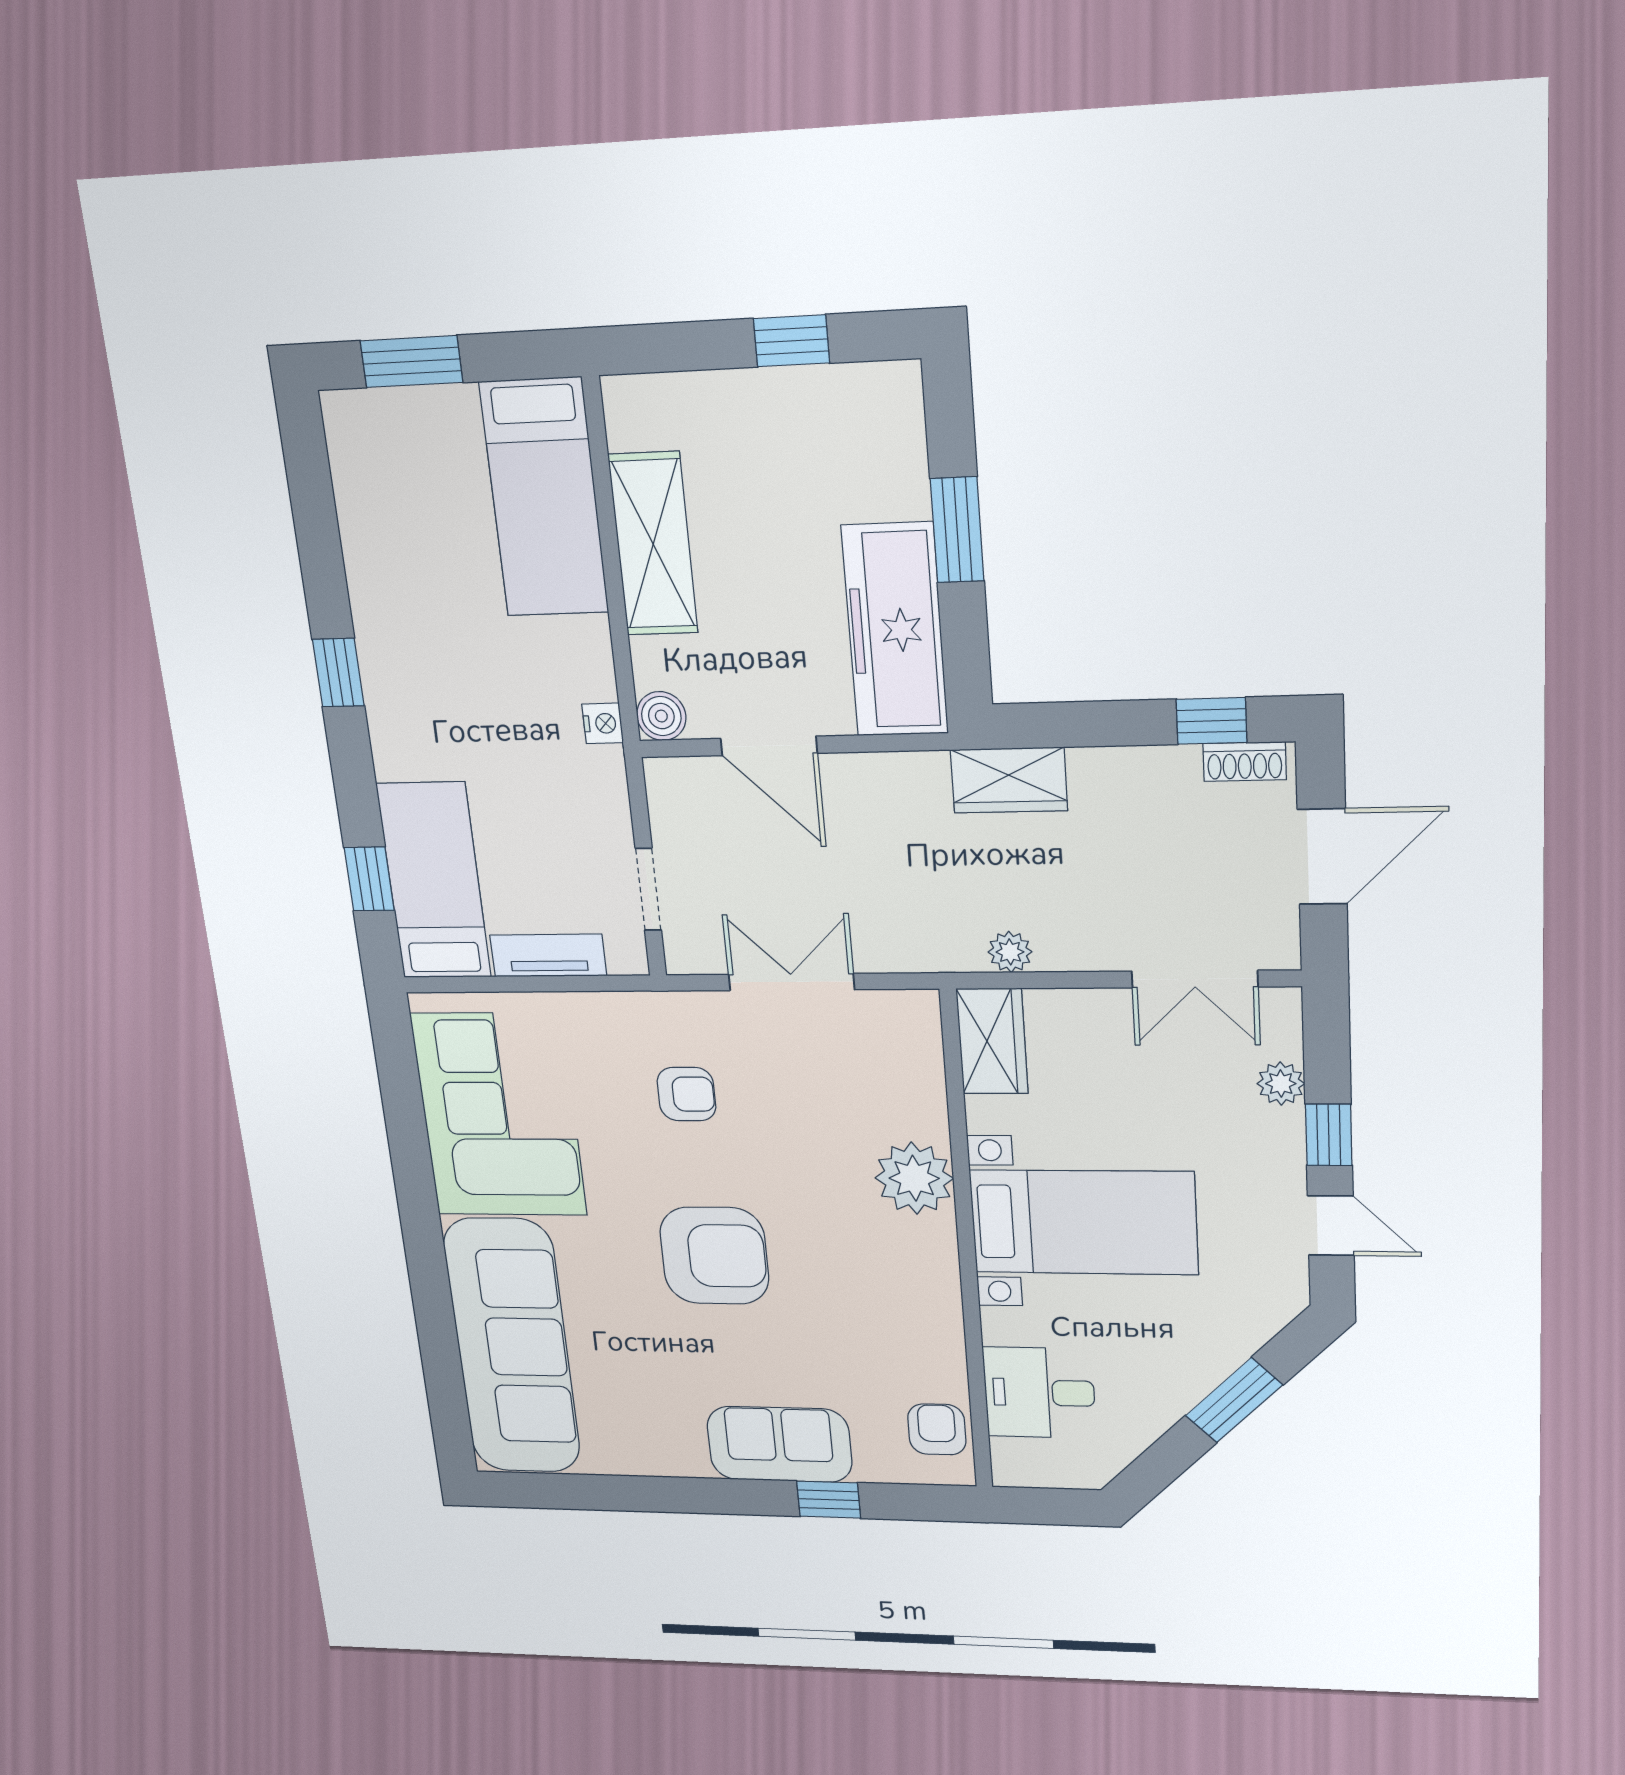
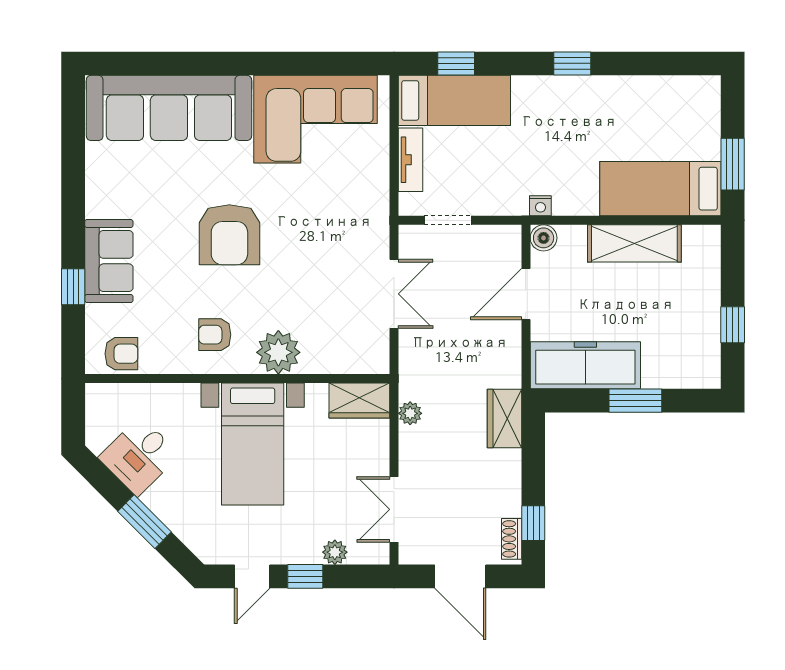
window: (411, 362) -> (733, 164), moved
armchair: (687, 1094) -> (215, 335), moved, turned 90
desk: (1039, 1393) -> (139, 456), moved, turned -135

